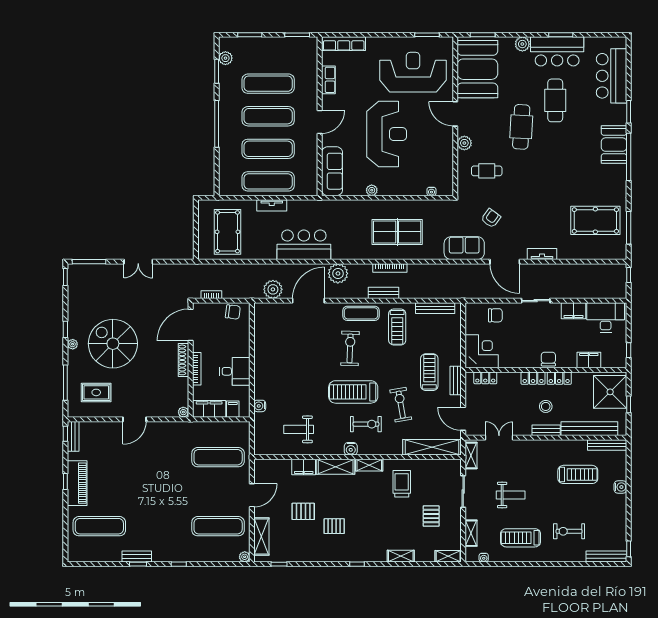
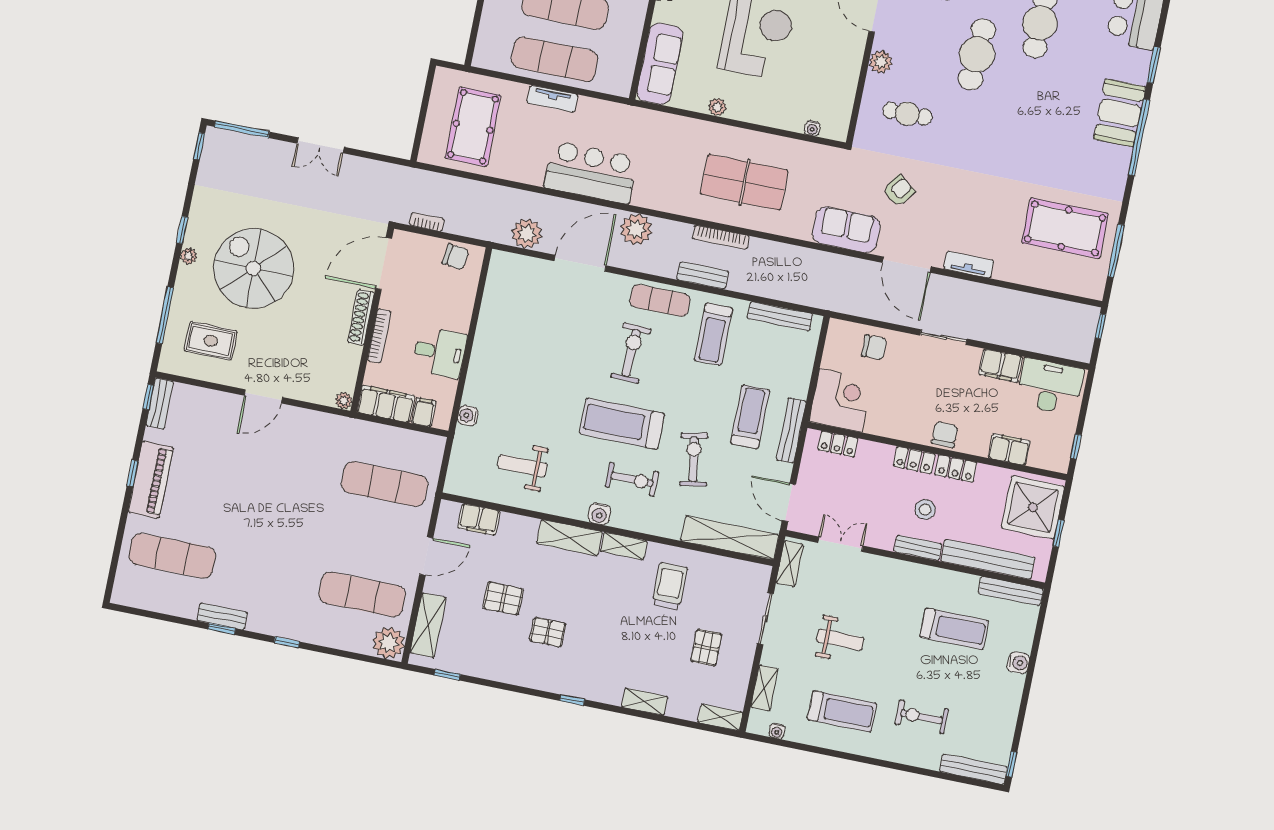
bench: (456, 380) -> (791, 430), width x1.36
filing cabinet: (304, 467) -> (479, 519), moved
treadmill: (521, 538) -> (842, 711), turned 180
plant: (245, 557) -> (389, 643), width x1.88, depth x1.88

